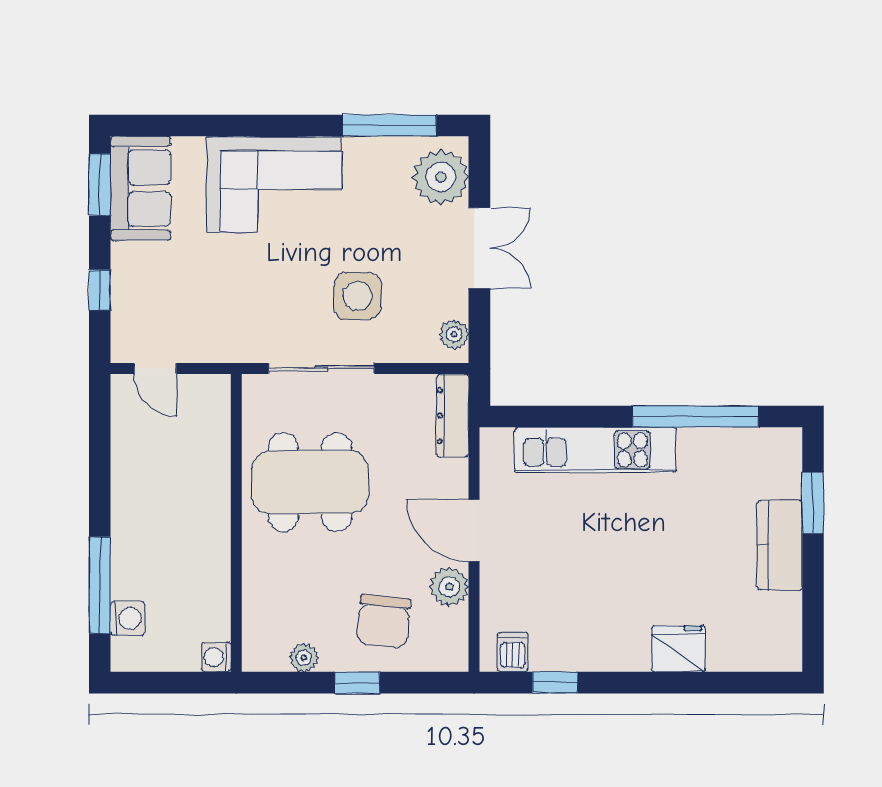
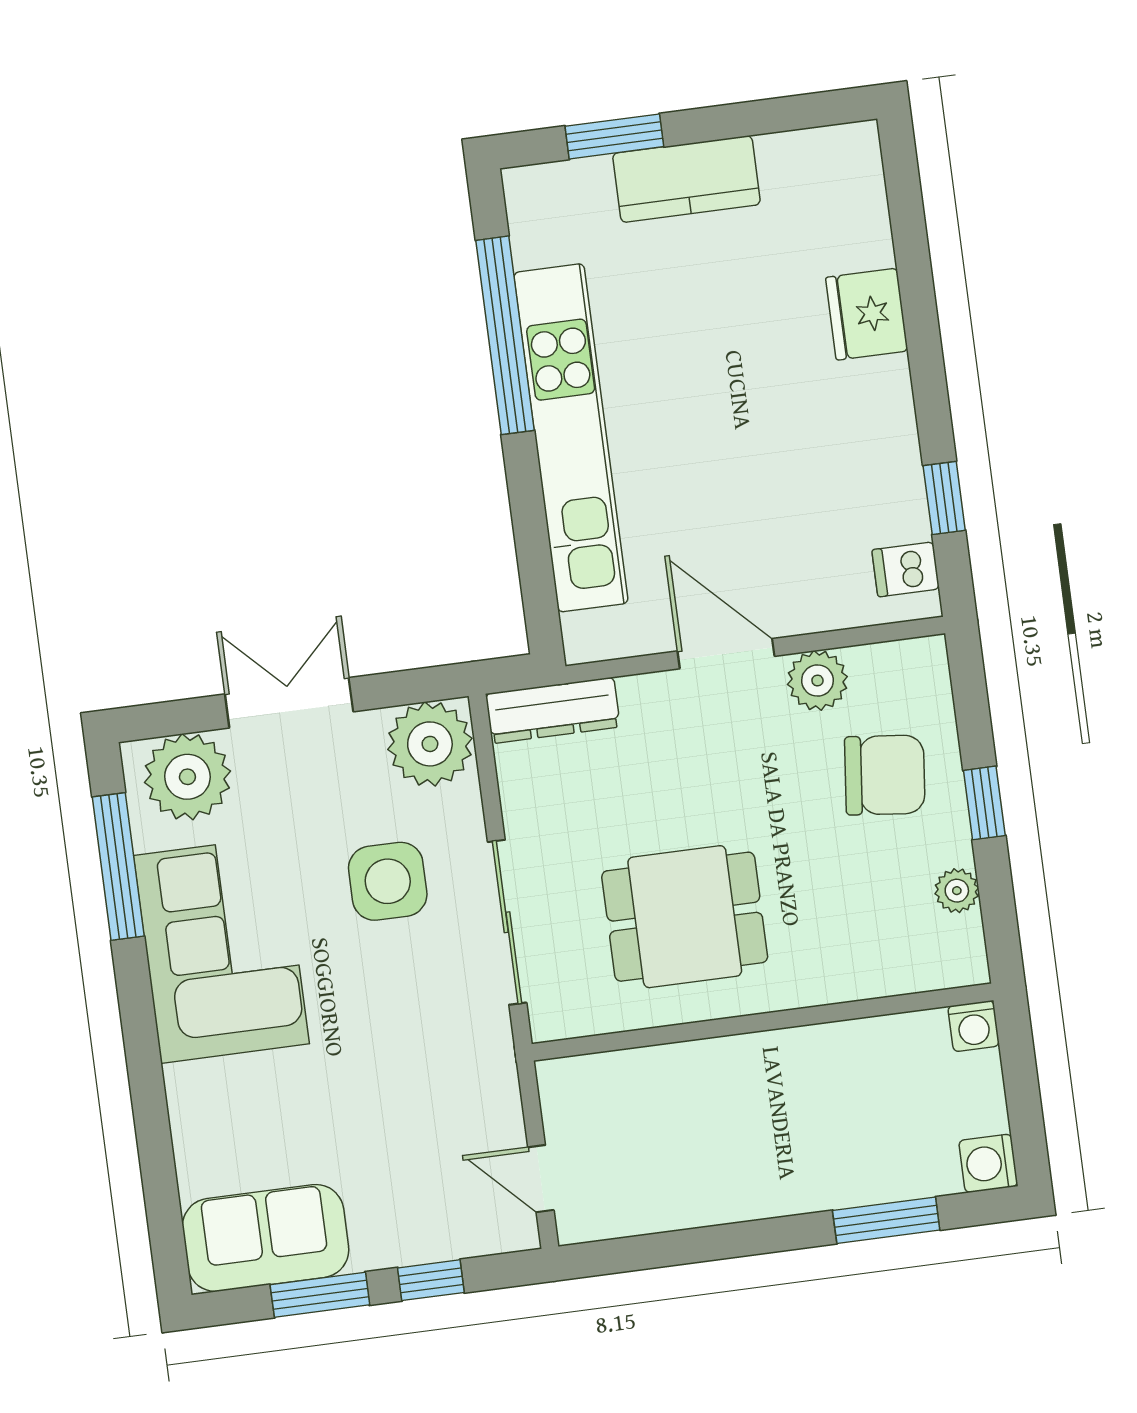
corner sofa: (274, 184) -> (221, 950), moved
window: (100, 185) -> (320, 1295), moved
plant: (454, 334) -> (430, 744), width x1.88, depth x1.88
door: (155, 369) -> (541, 1179), swing flipped
kitchen unit: (595, 450) -> (571, 438), width x1.36
dining table: (310, 482) -> (685, 917), width x0.73
door: (474, 531) -> (726, 654), swing flipped
window: (100, 585) -> (886, 1220), width x0.69
washing machine: (127, 619) -> (988, 1163), moved, turned -90

